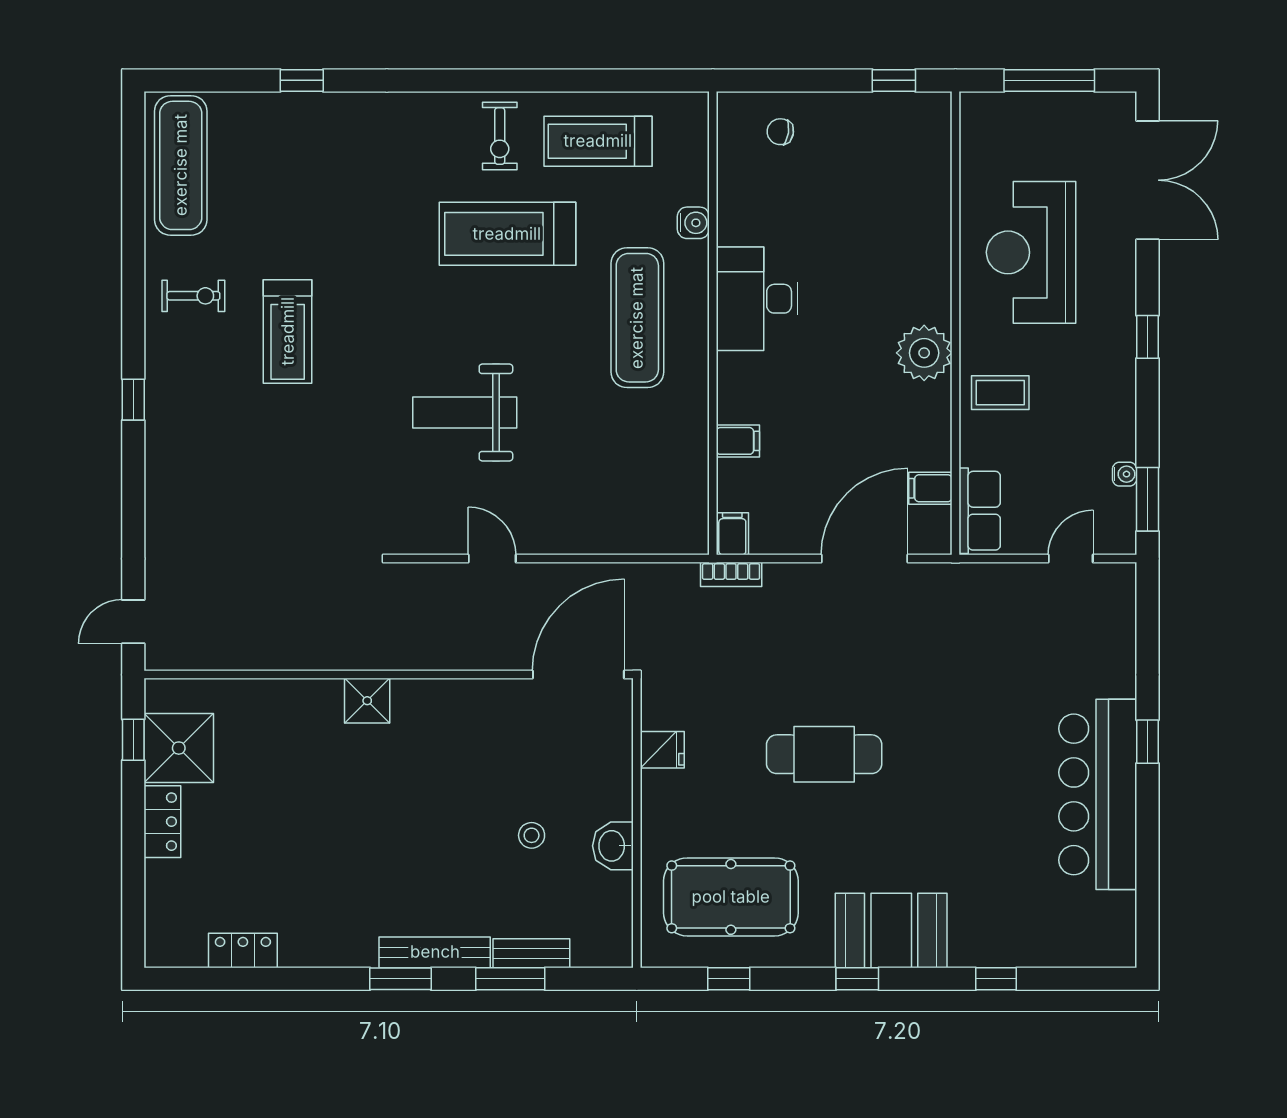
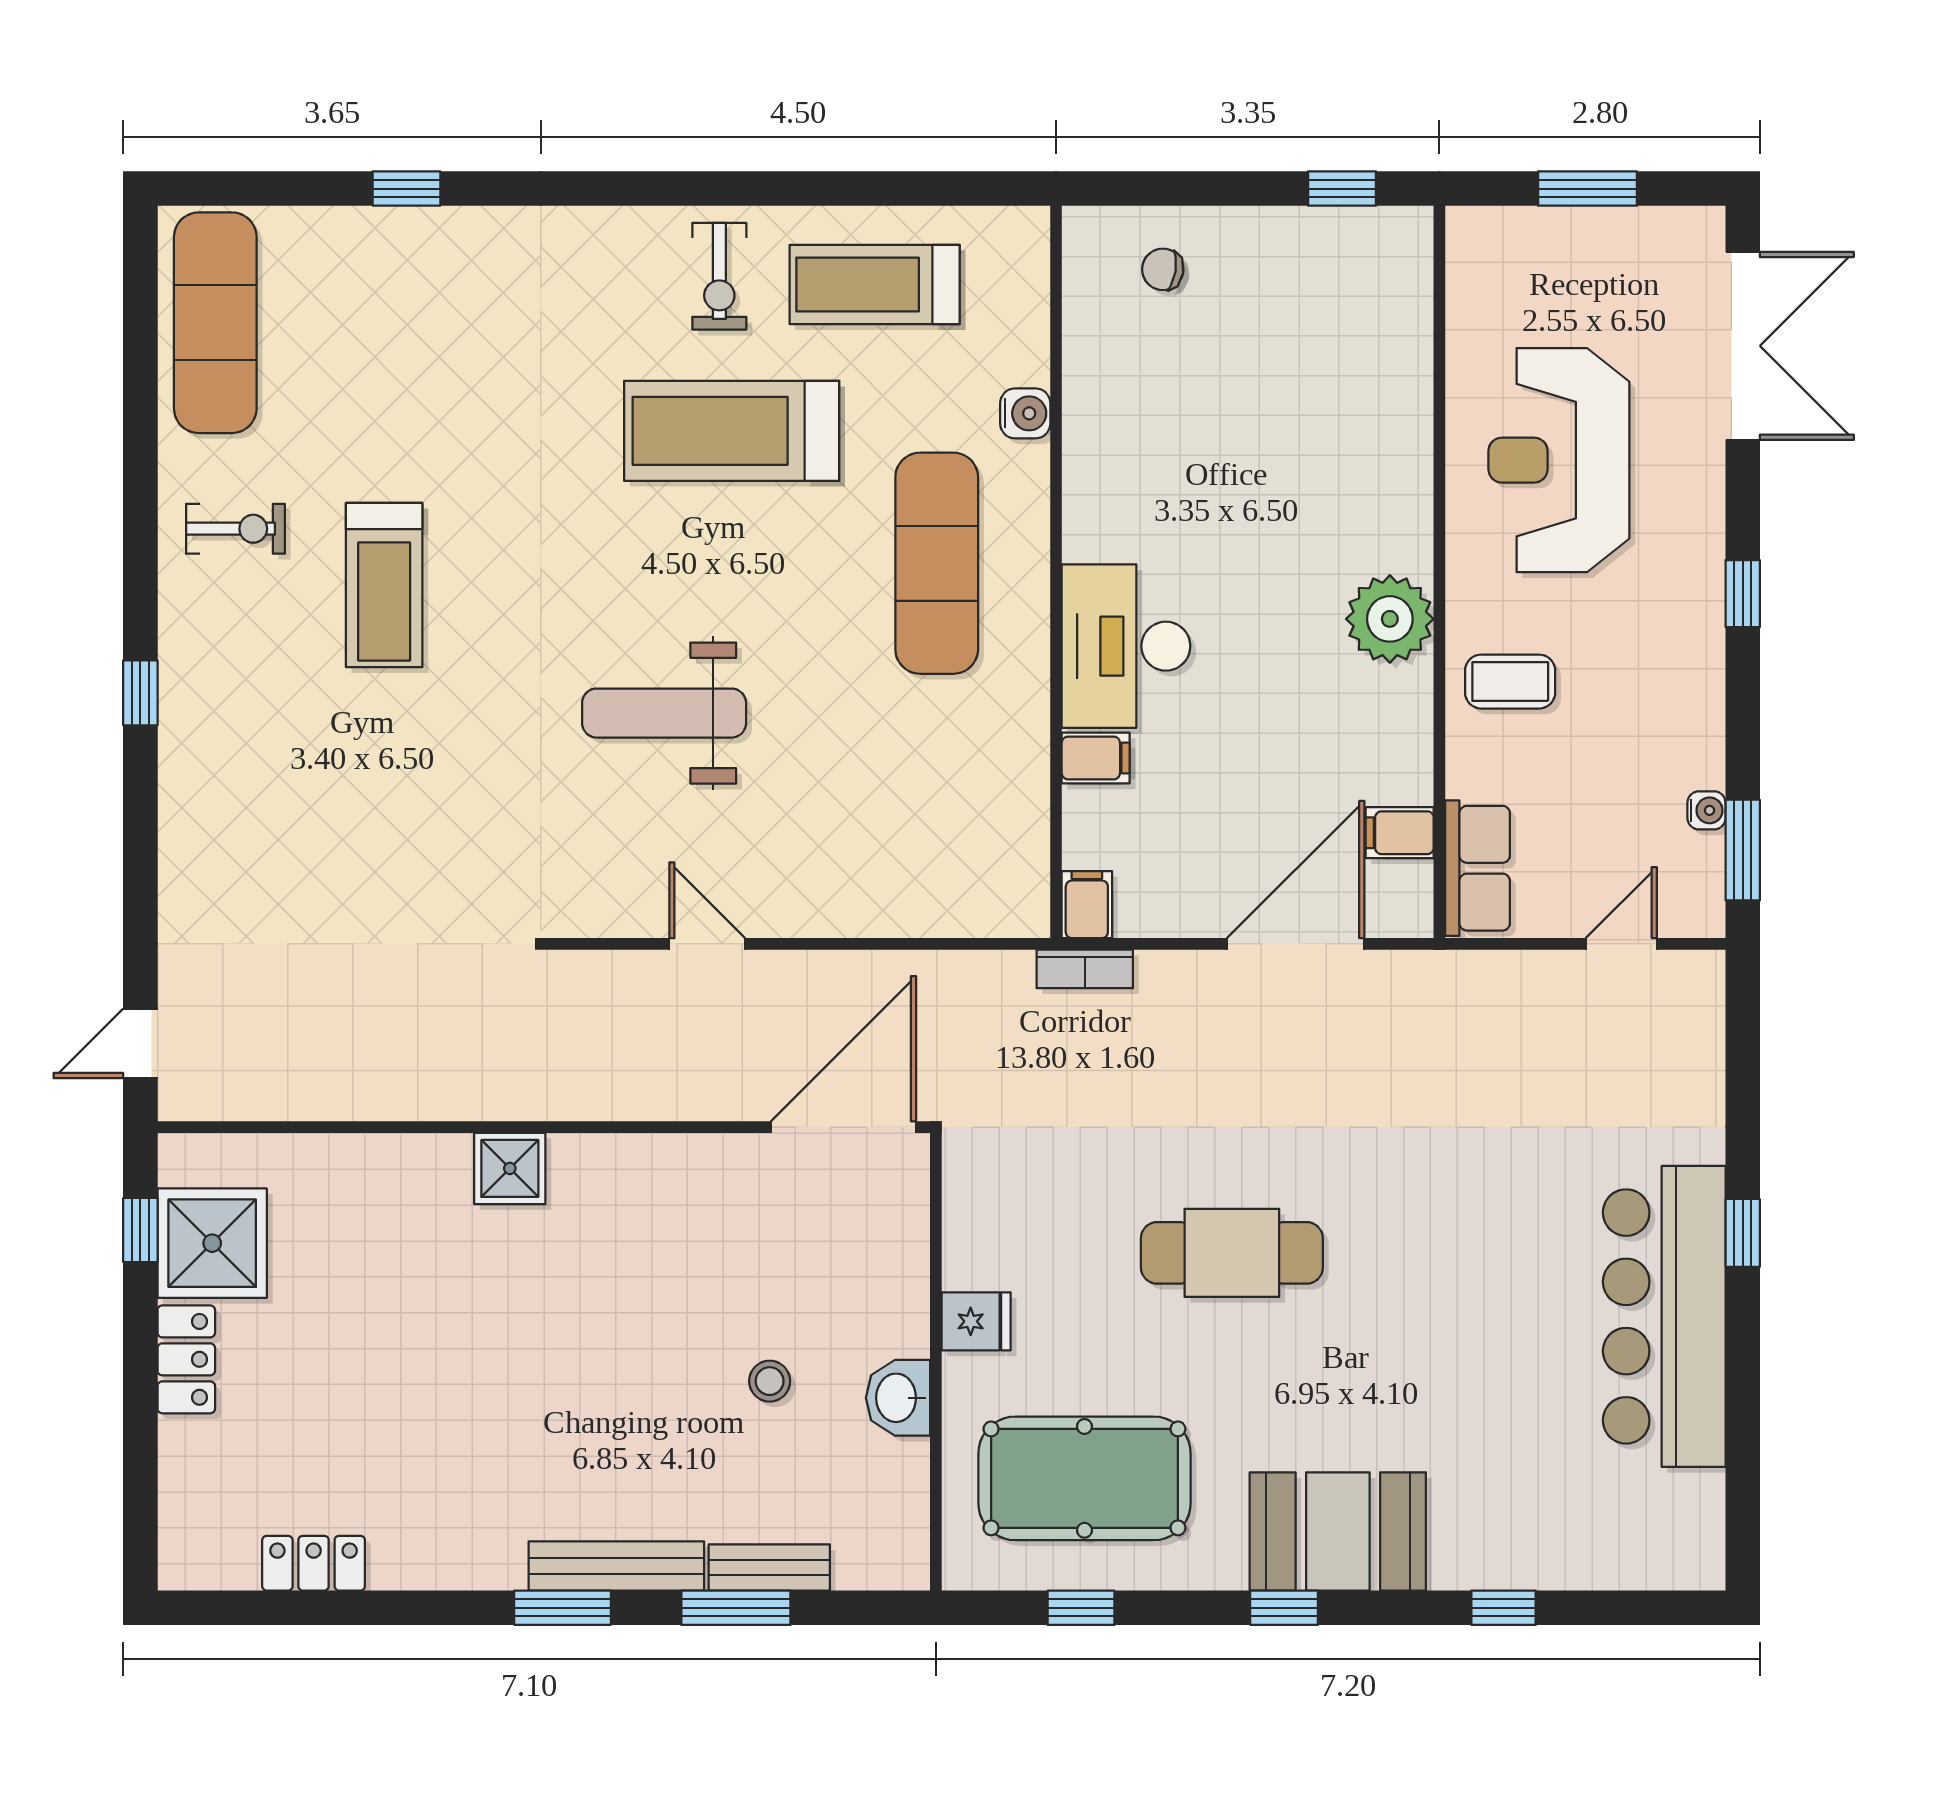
window: (1049, 80) -> (1587, 189), width x0.69
desk: (757, 299) -> (1126, 646), moved
fridge: (662, 750) -> (976, 1321), moved

